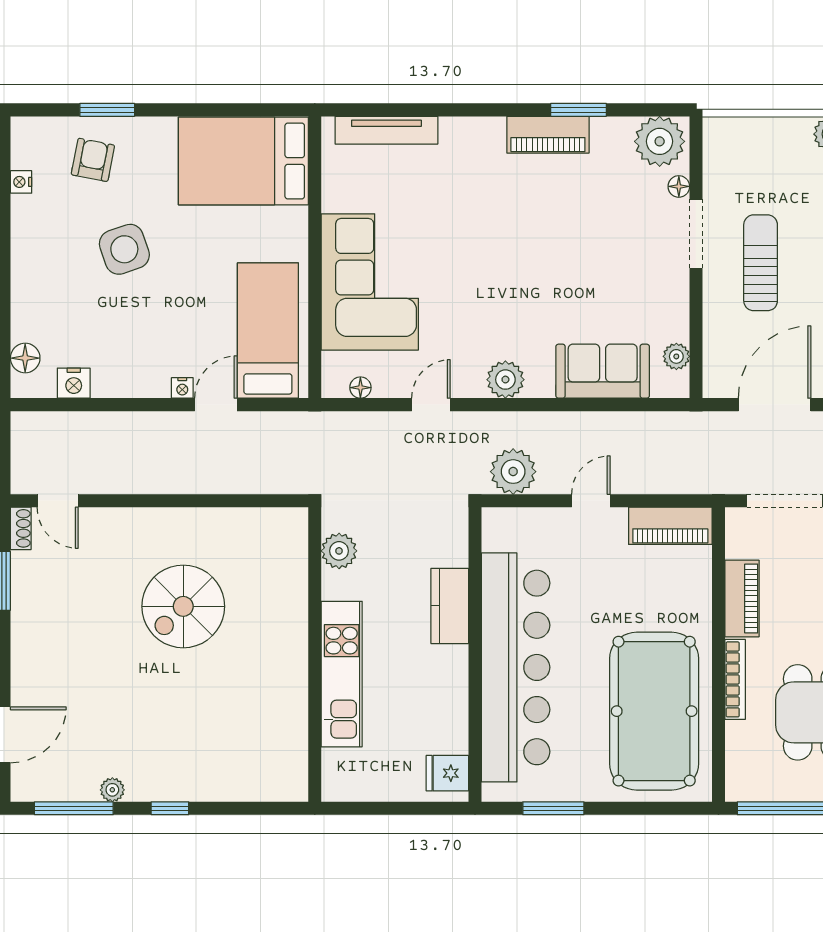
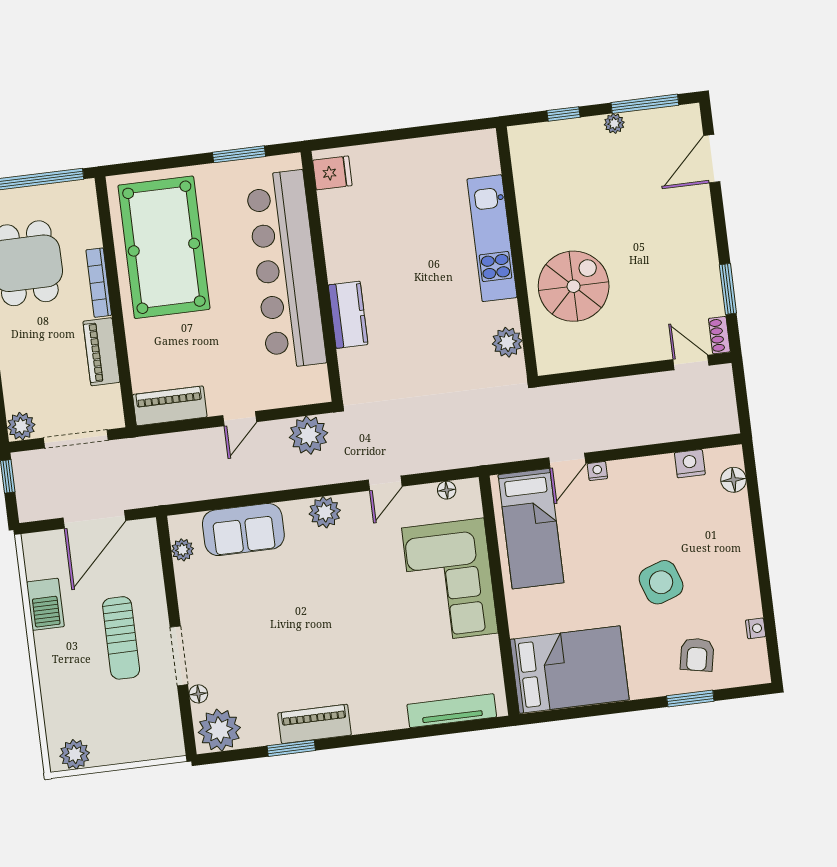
plant: (339, 551) -> (507, 342), moved
wall: (315, 655) -> (517, 252), moved
kitchen unit: (342, 674) -> (492, 238), moved

